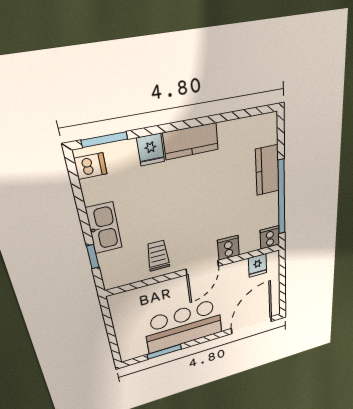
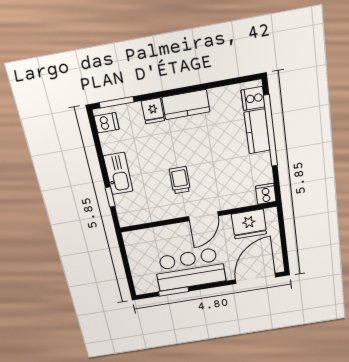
window: (281, 198) -> (271, 131), moved
cooker: (228, 248) -> (253, 98), moved, turned -90
trolley: (158, 256) -> (180, 180), moved
fridge: (258, 265) -> (249, 224), width x1.88, depth x1.34

